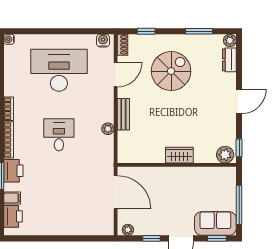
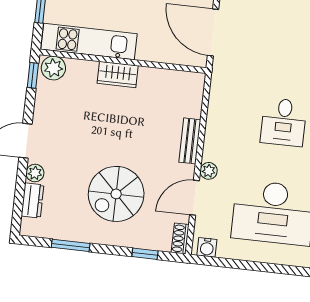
plant: (230, 40) -> (35, 173), moved
plant: (108, 129) -> (209, 171), moved
kitchen unit: (202, 176) -> (89, 42), added

